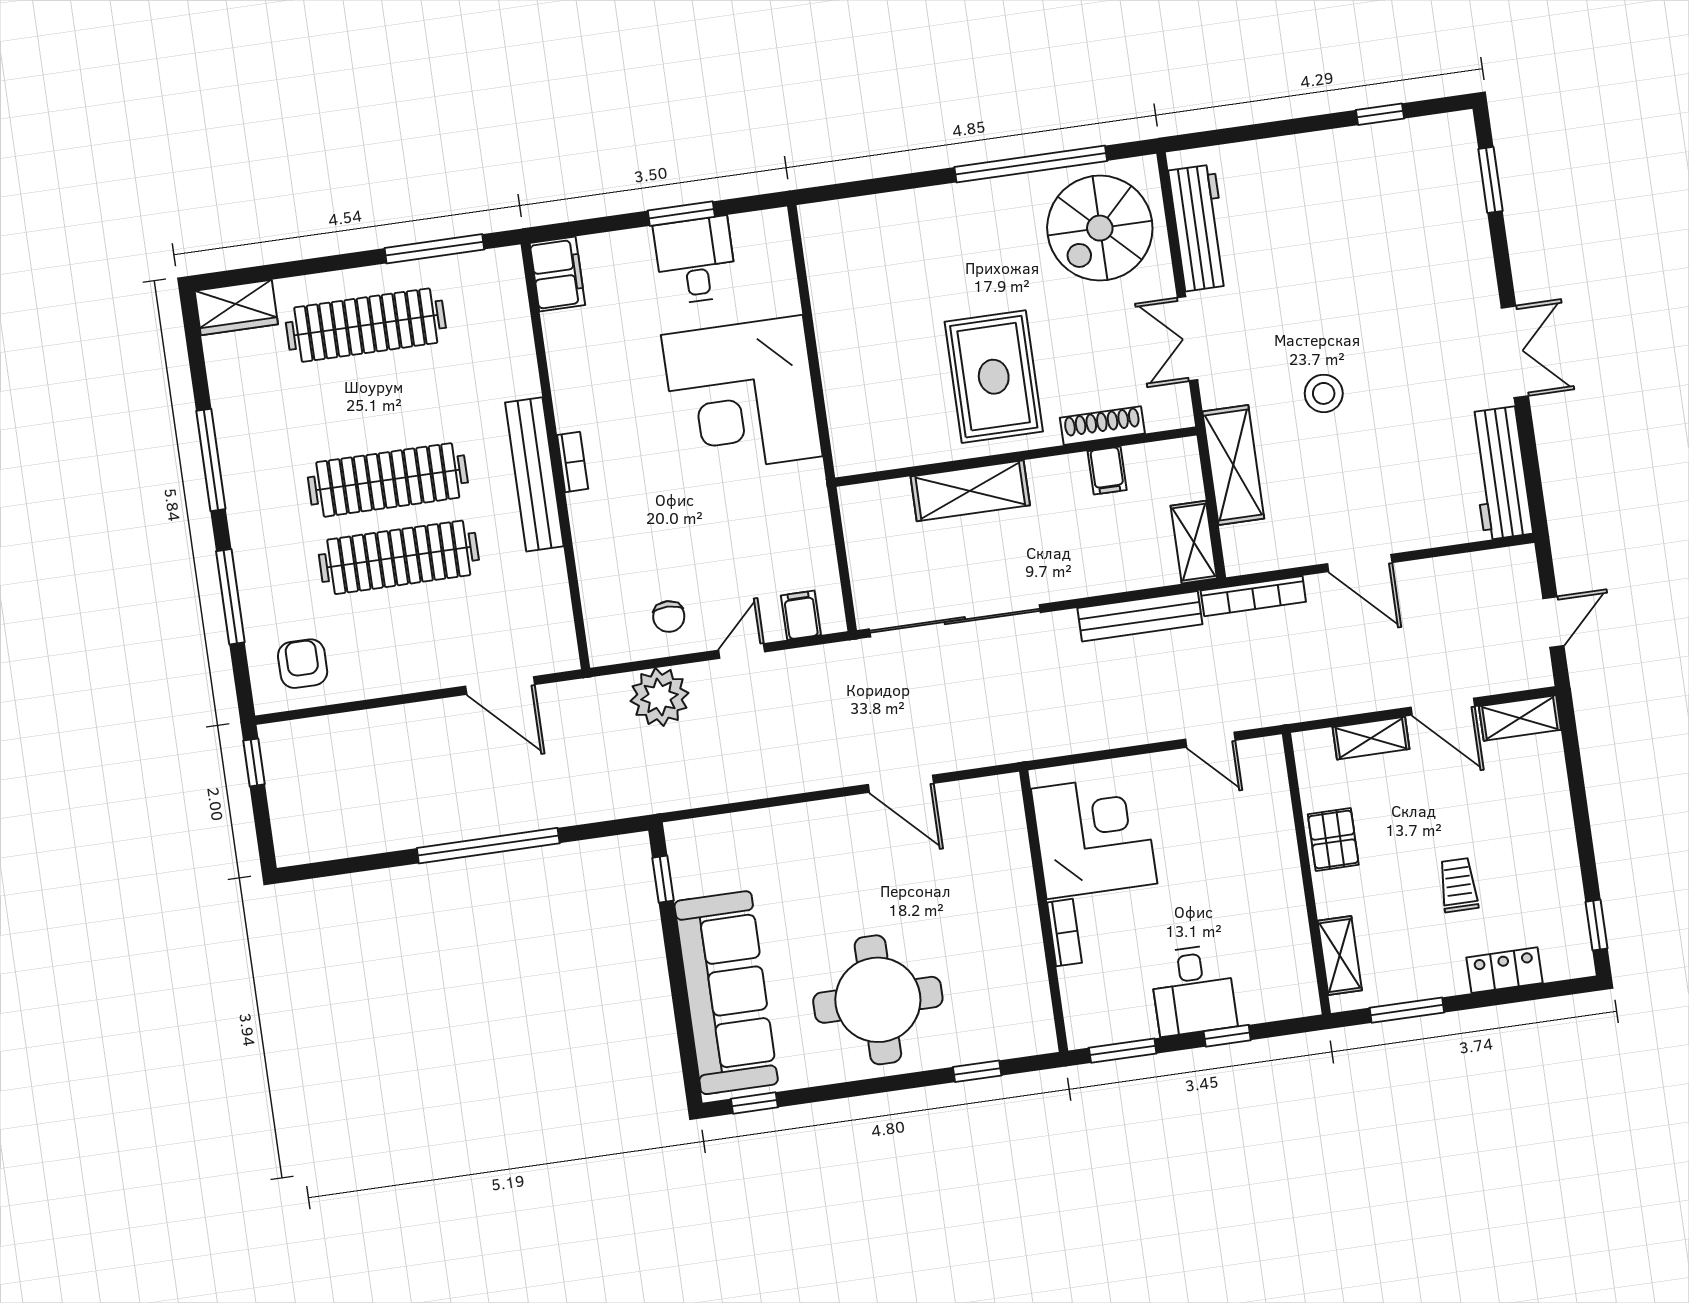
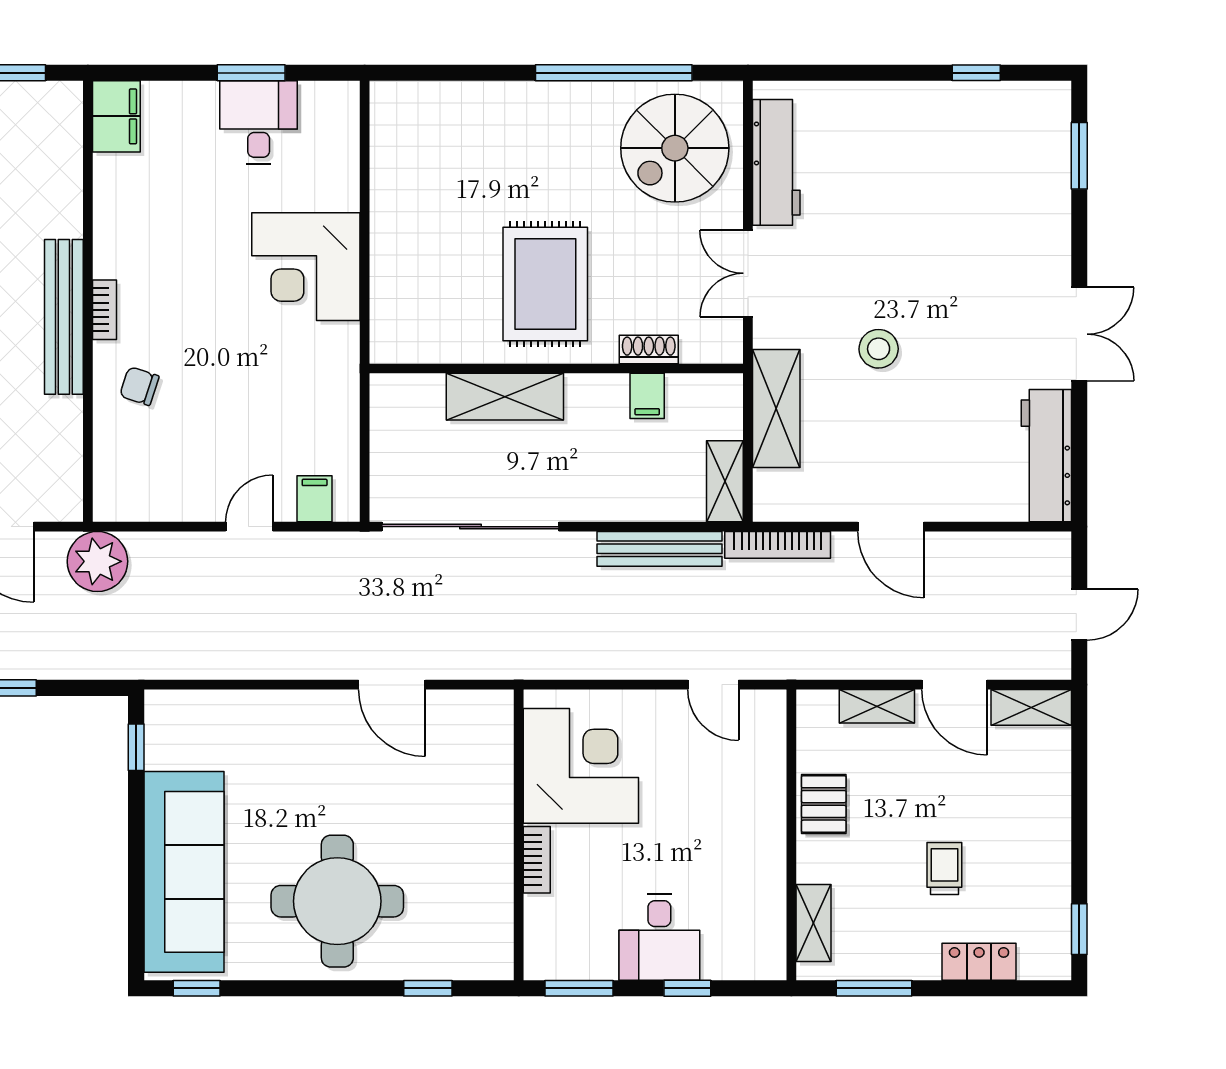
corner desk: (742, 396) -> (306, 267), width x0.74, depth x0.74
shoe rack: (1102, 426) -> (649, 349), width x0.70
chair: (669, 617) -> (139, 386), moved, turned 107
plant: (660, 697) -> (97, 561), moved

